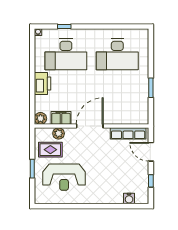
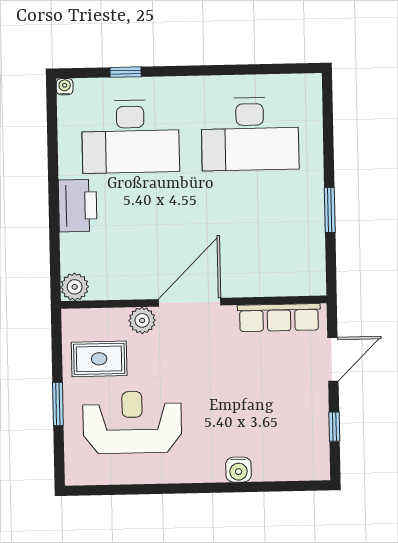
filing cabinet: (61, 118) -> (122, 285), removed
plant: (59, 133) -> (142, 320), moved
door: (151, 152) -> (333, 359), swing flipped
reception desk: (64, 177) -> (132, 422), turned 180
water cooler: (129, 198) -> (238, 470), moved

